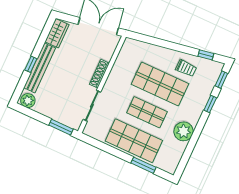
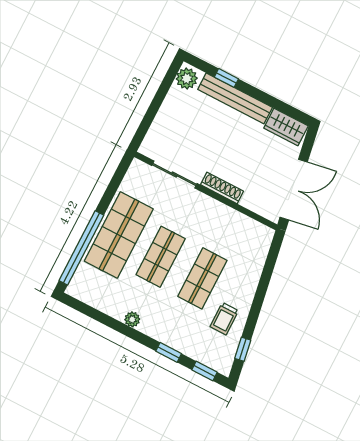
window: (31, 64) -> (226, 78), moved
shop shelf: (160, 84) -> (202, 278), width x0.70, depth x0.74
window: (61, 127) -> (144, 126), removed
plant: (183, 131) -> (132, 319), width x0.53, depth x0.53
window: (144, 165) -> (81, 248), width x2.11

